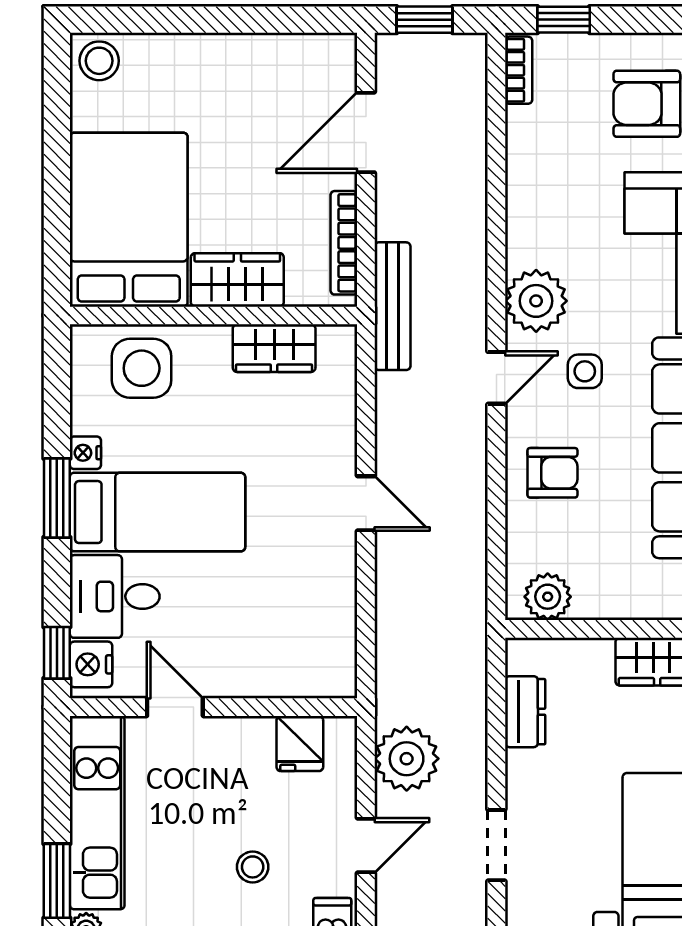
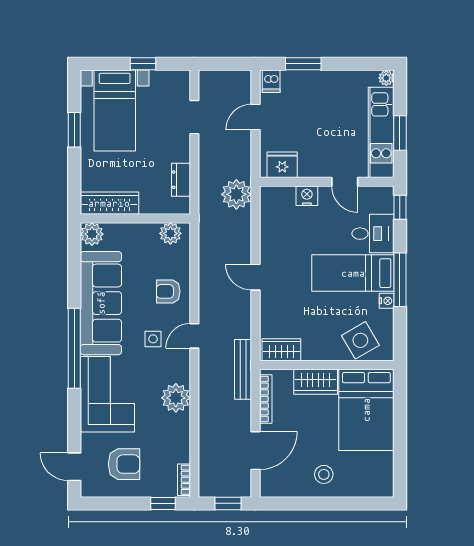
stool: (99, 61) -> (324, 474), moved
plant: (536, 301) -> (176, 398), moved
wardrobe: (274, 348) -> (281, 350), moved
side table: (142, 368) -> (360, 340), turned -30
window: (57, 498) -> (400, 280), width x1.44
nightstand: (91, 664) -> (307, 196), moved, turned -90
fridge: (300, 744) -> (282, 165), width x1.38
plant: (407, 759) -> (236, 194), moved
stool: (253, 867) -> (308, 107), removed
window: (57, 881) -> (400, 133), moved

